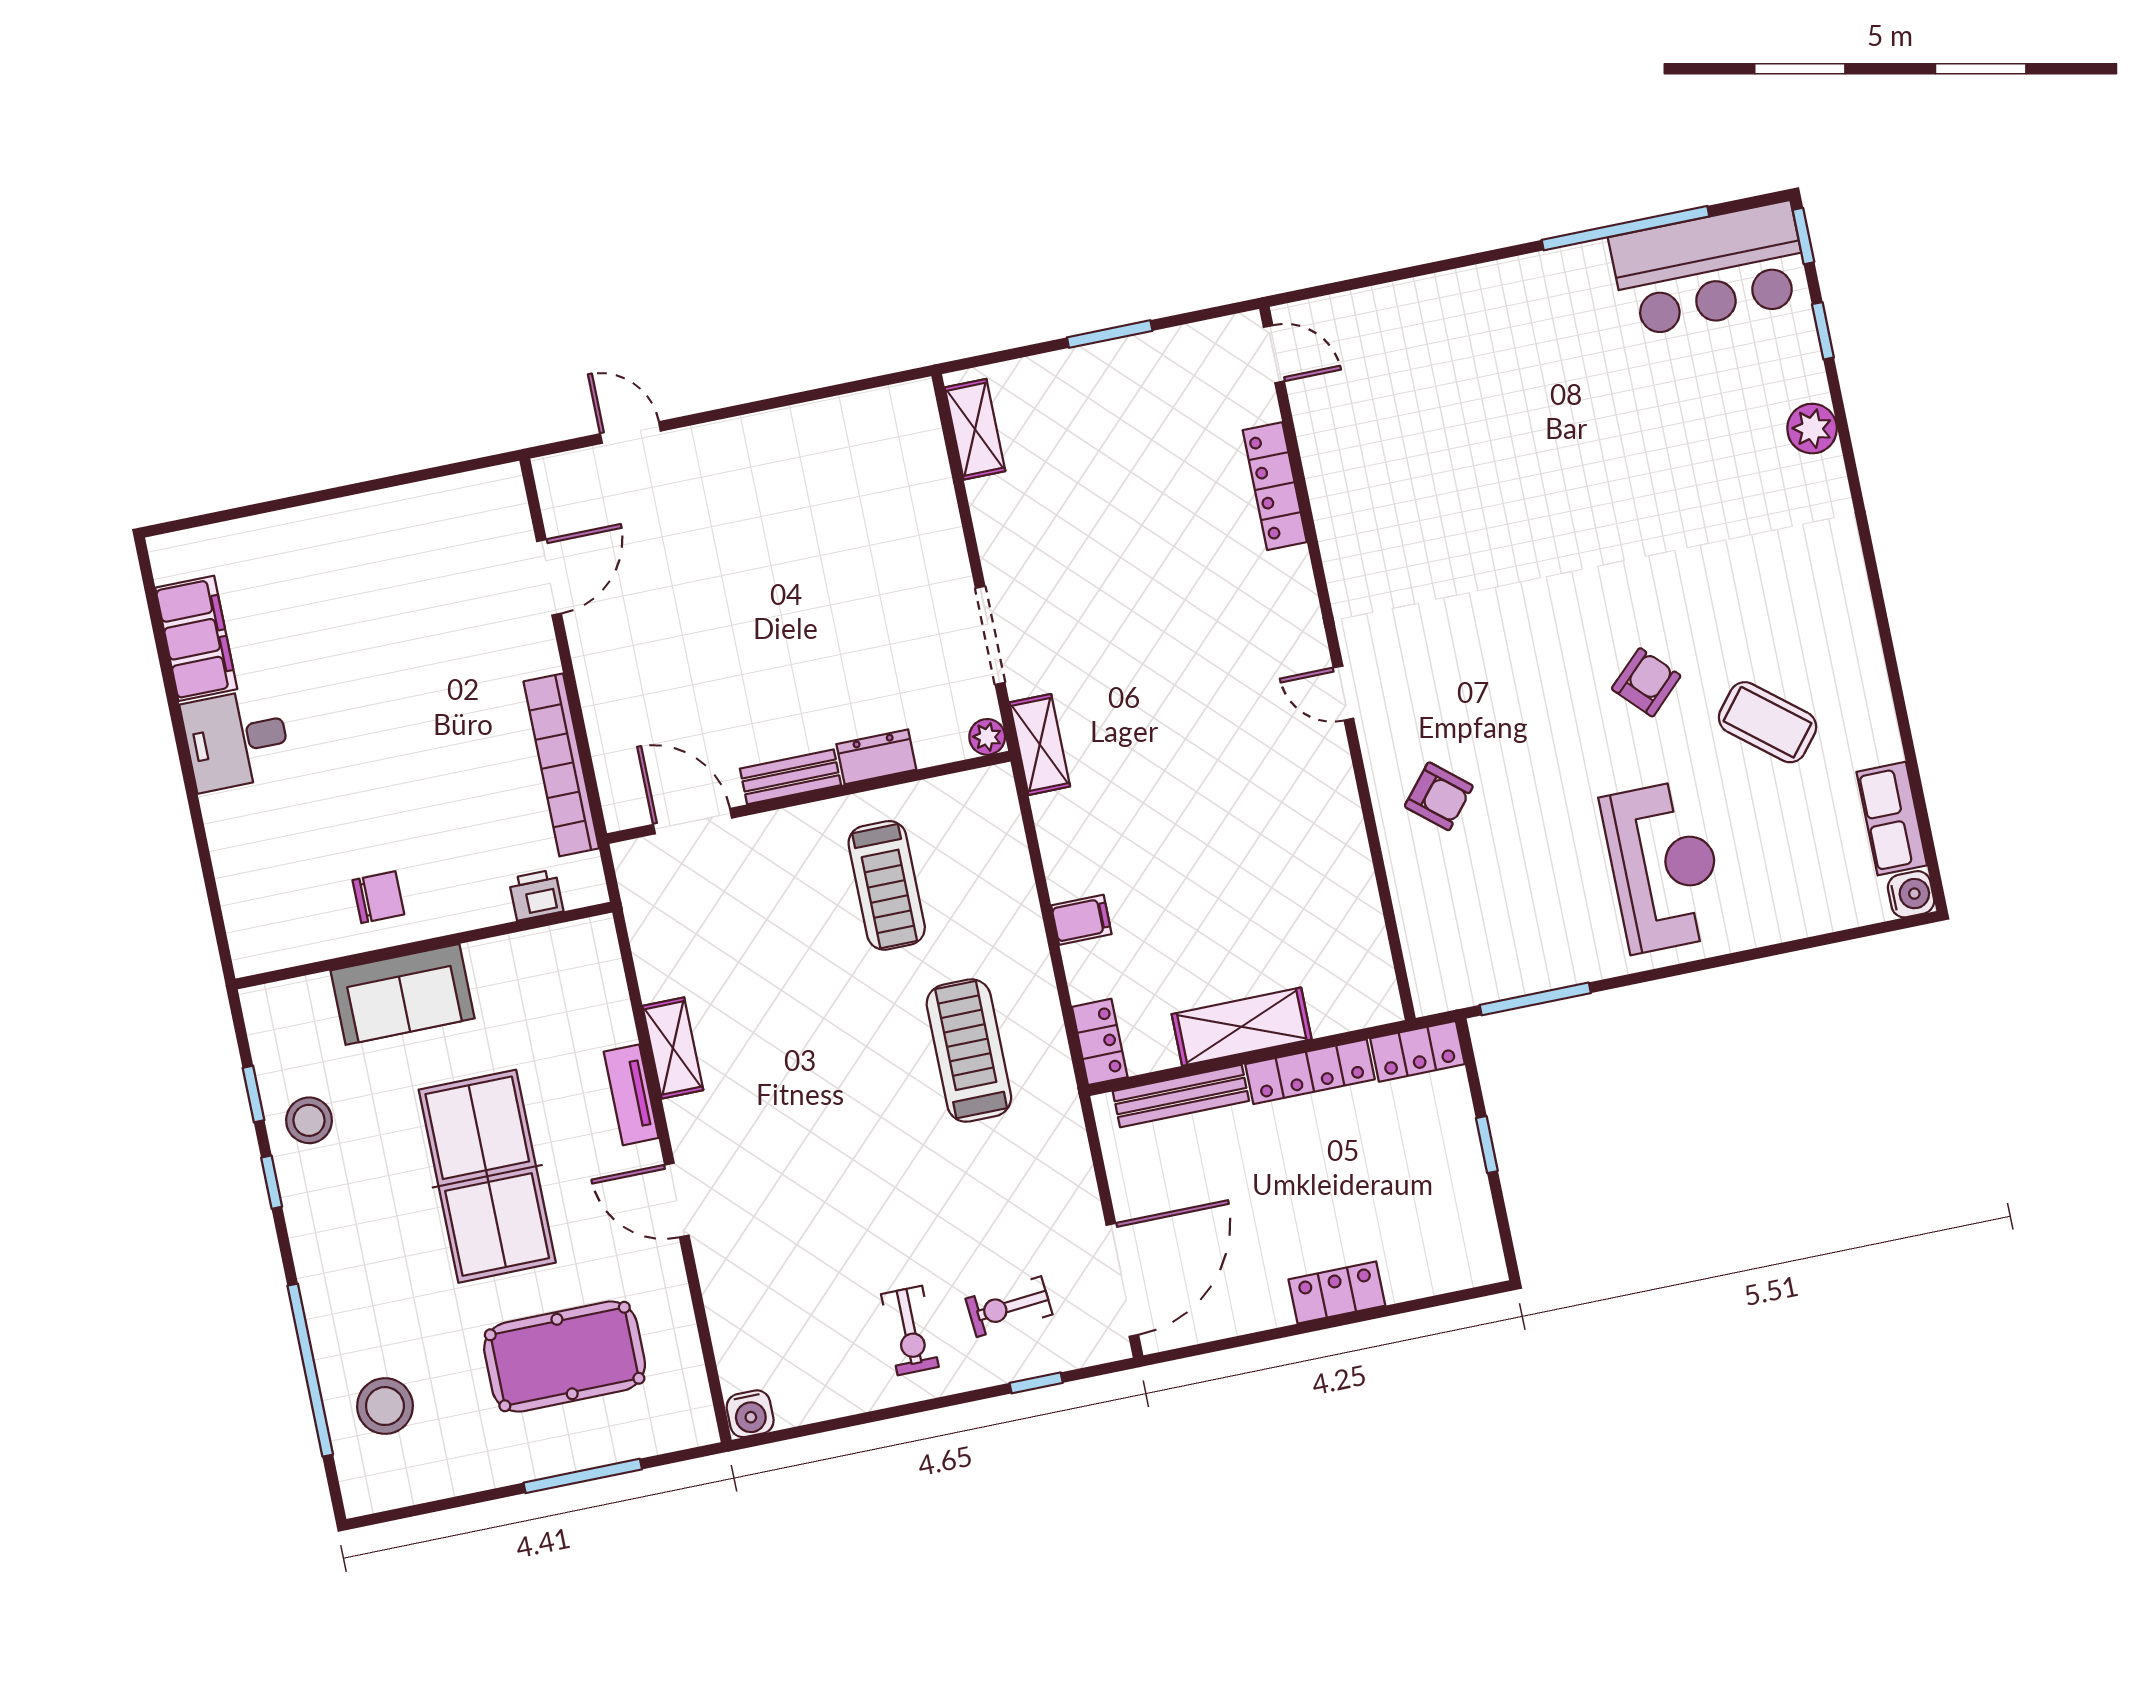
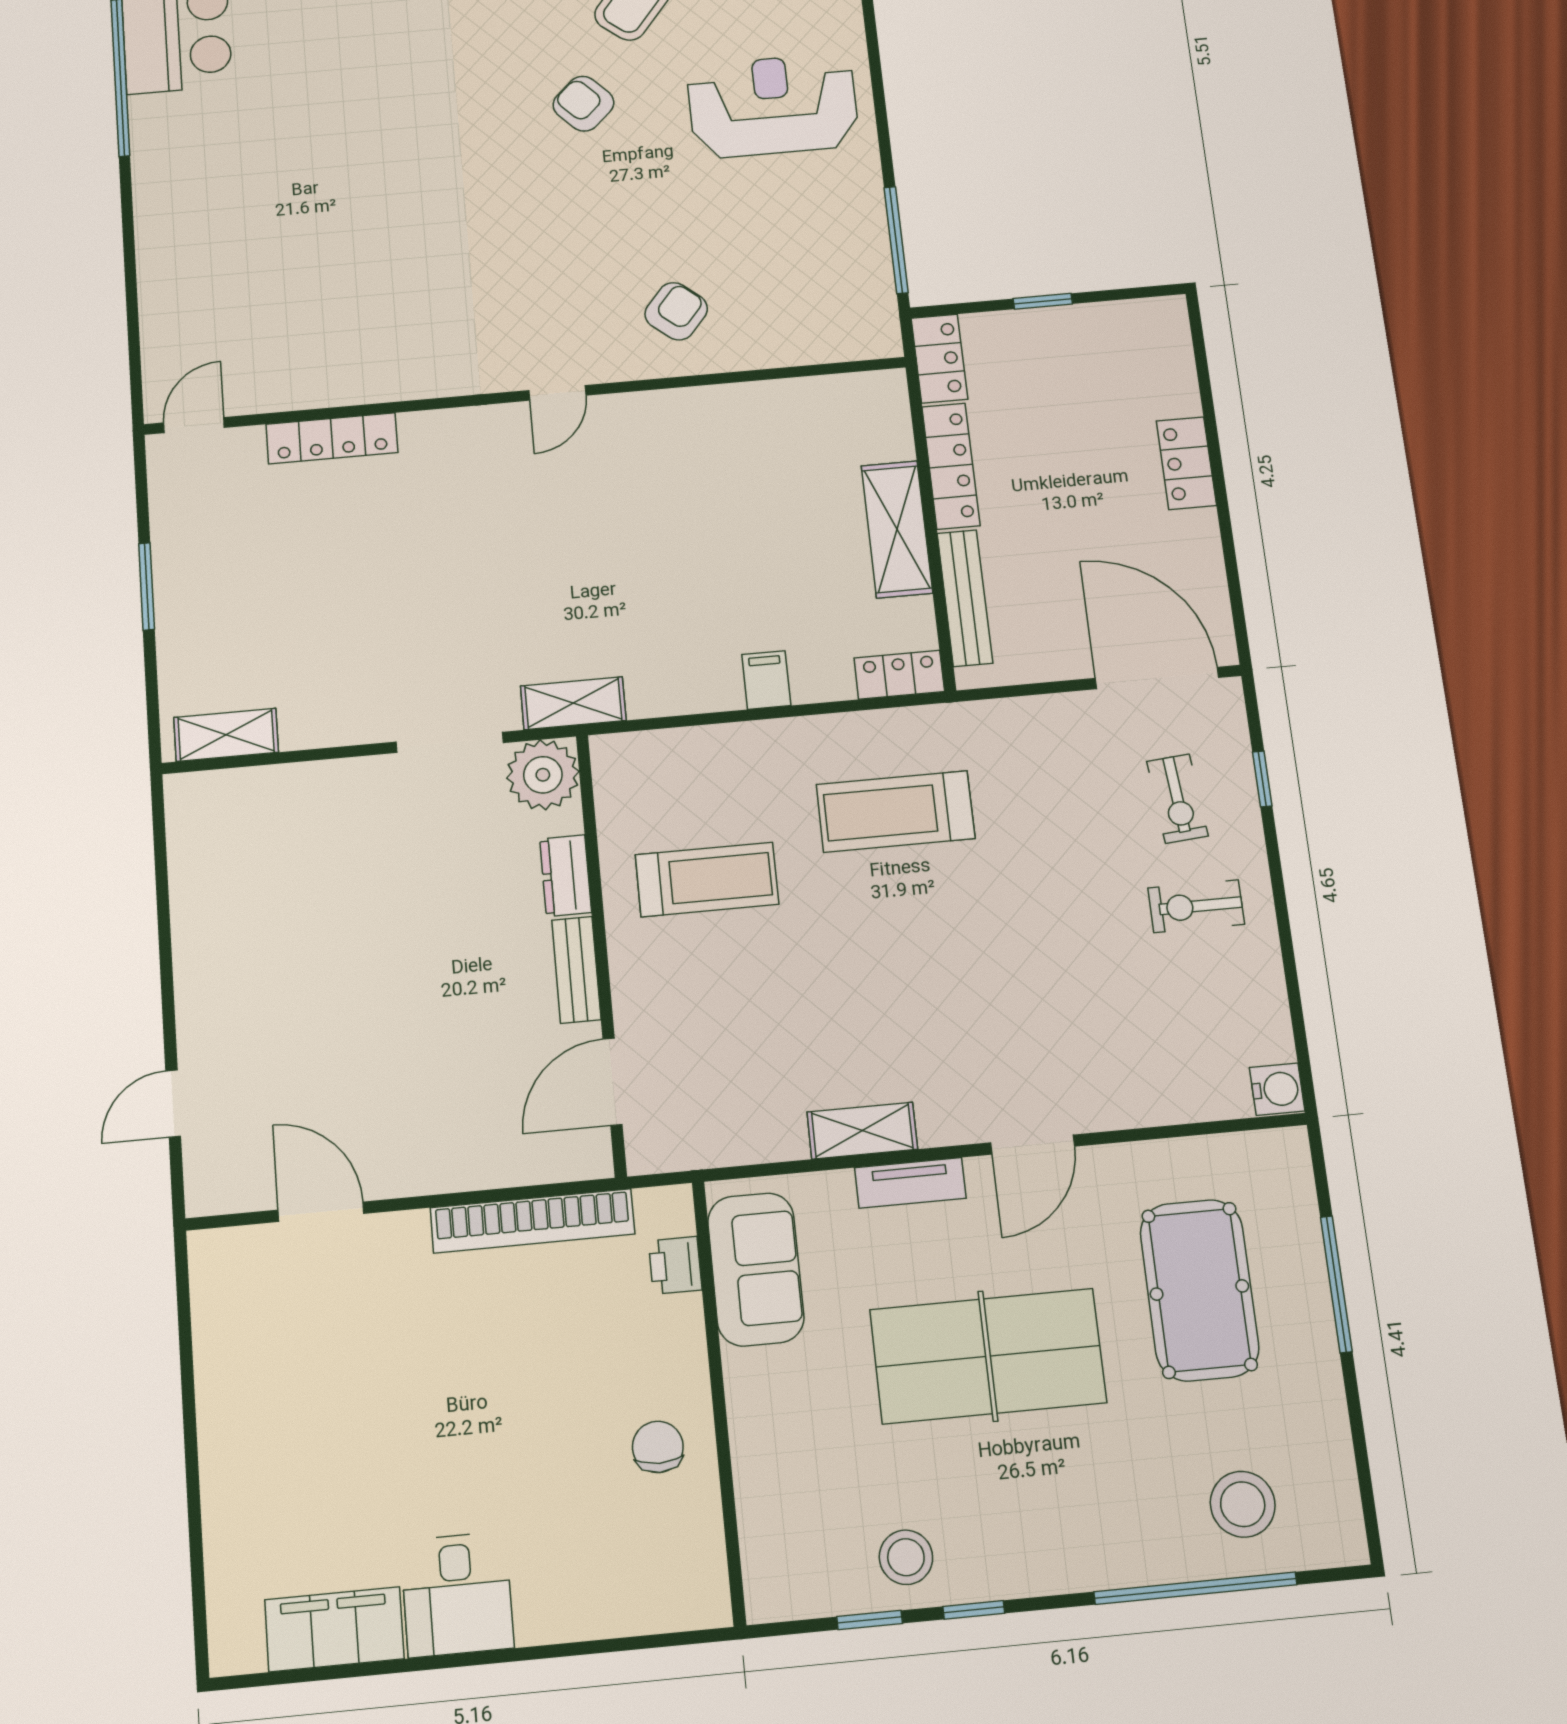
plant: (987, 737) -> (543, 775), width x1.87, depth x1.87
sofa: (402, 994) -> (756, 1269), moved
exercise bike: (910, 1331) -> (1196, 906), turned 180

